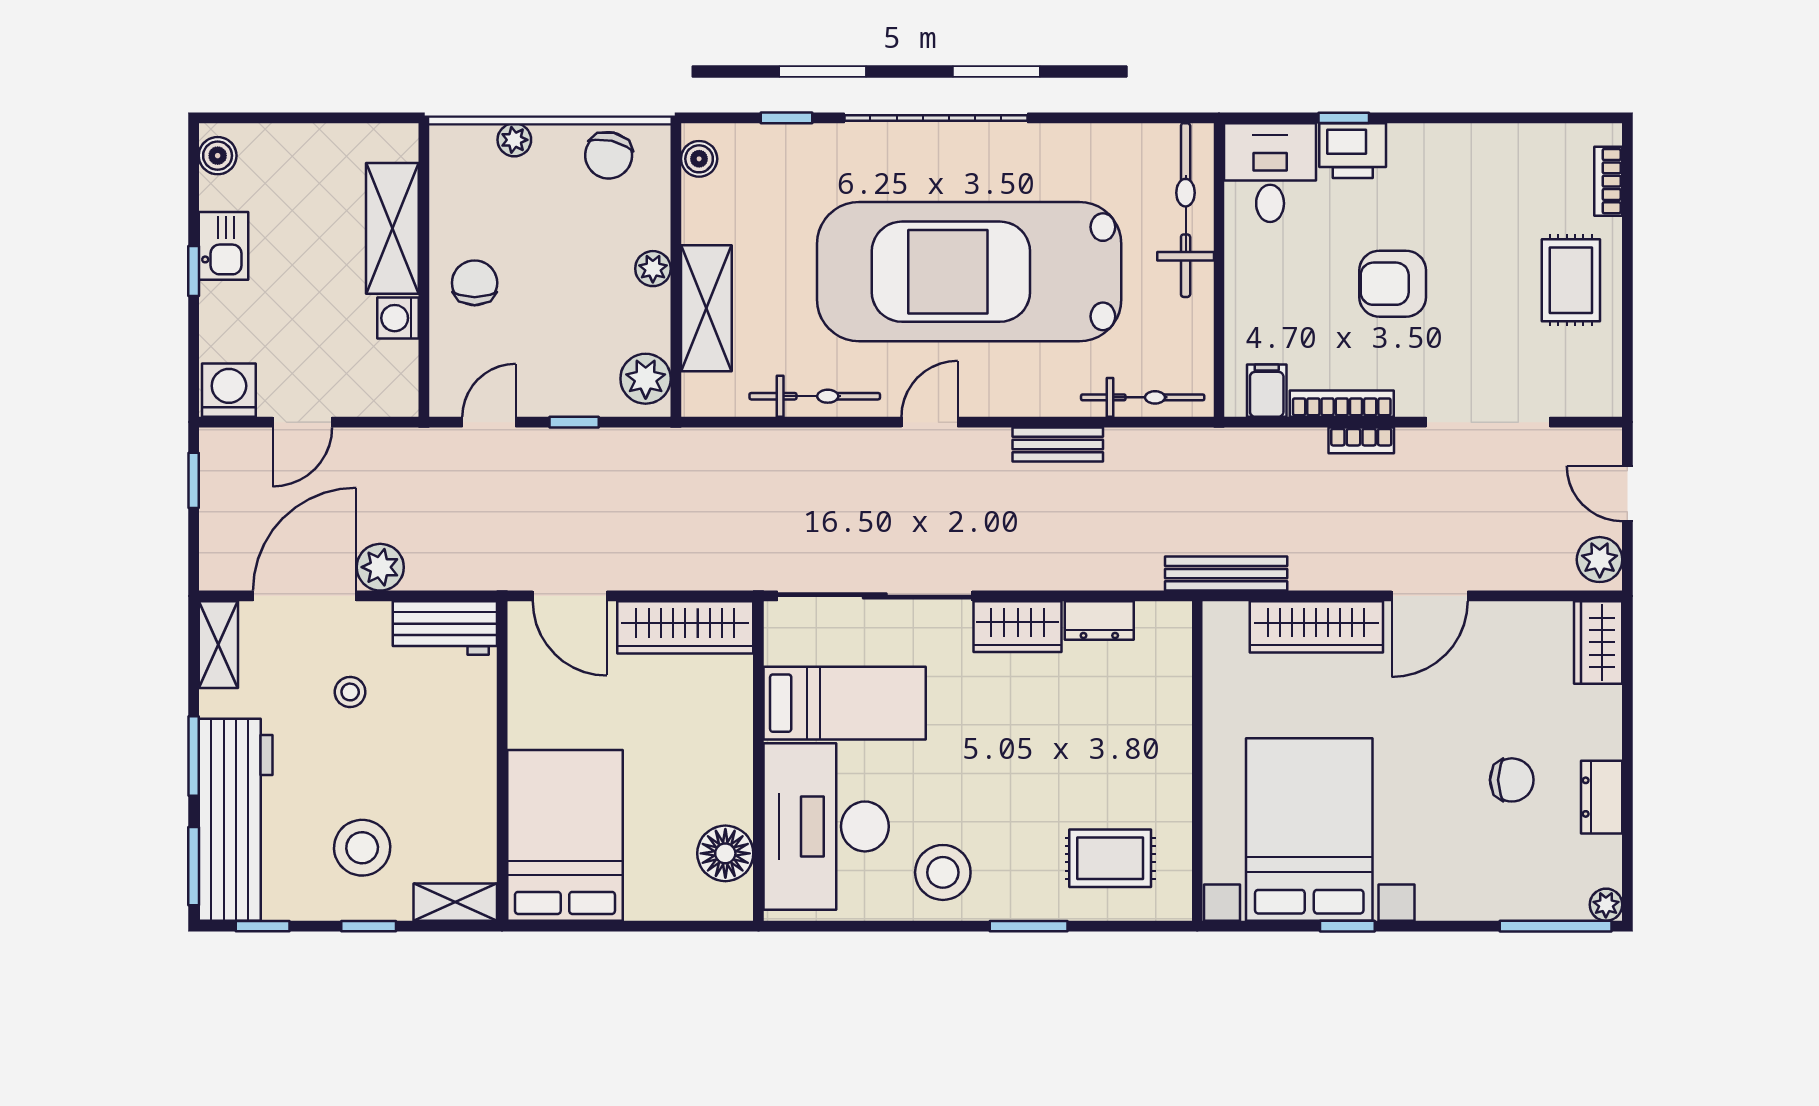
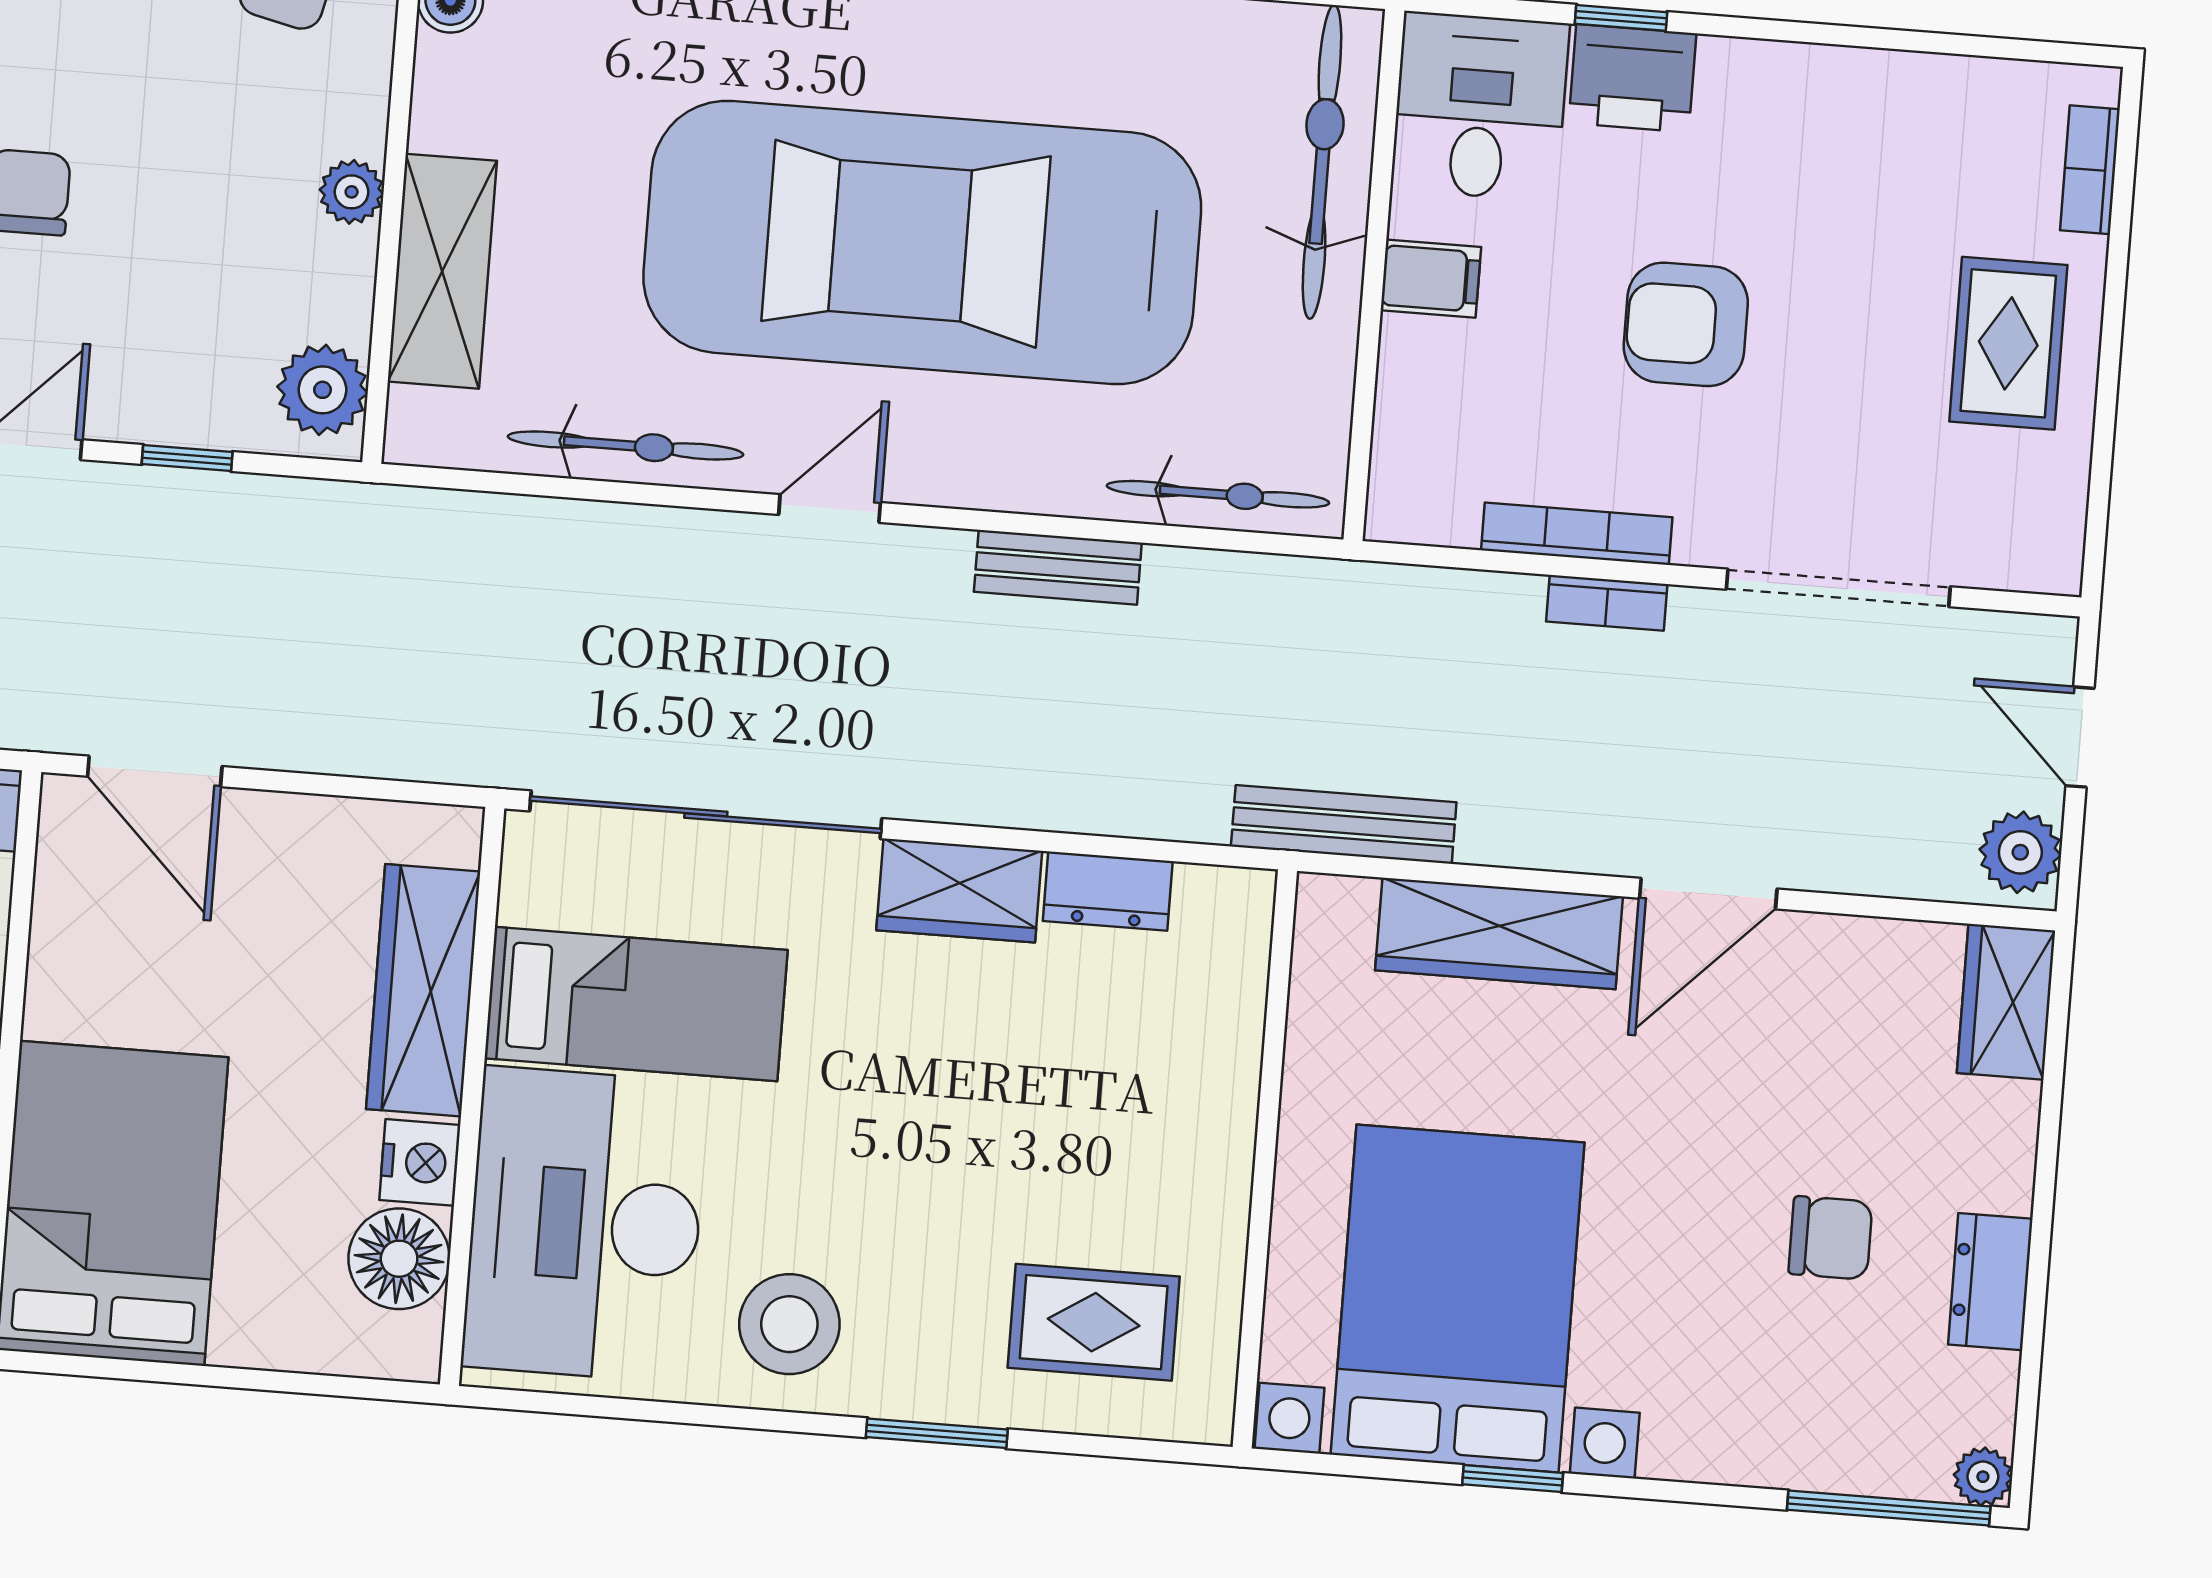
filing cabinet: (1267, 391) -> (1431, 279), moved, turned 90
wardrobe: (685, 627) -> (423, 990), moved, turned 90
nightstand: (733, 800) -> (420, 1162), added

